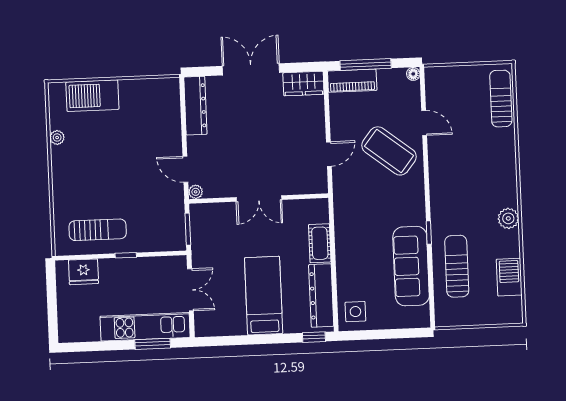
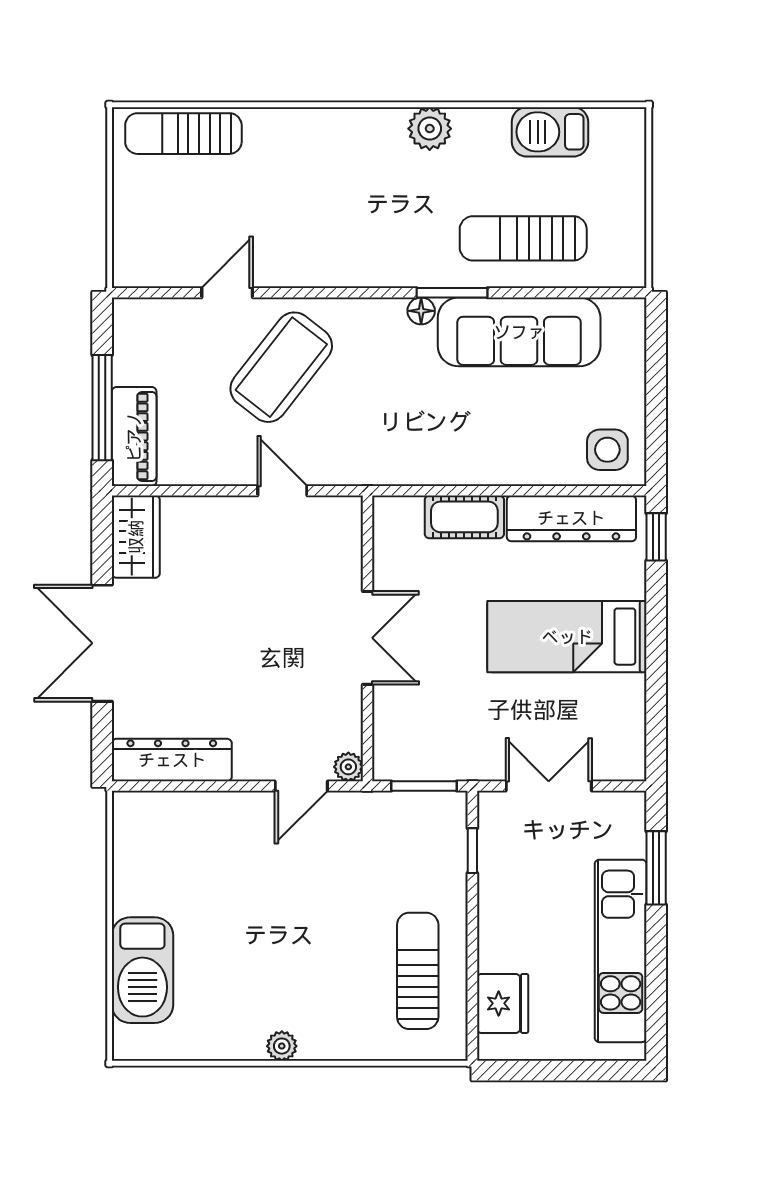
floor lamp: (413, 74) -> (421, 311), moved
plant: (57, 137) -> (282, 1046), moved
window: (429, 233) -> (452, 293), width x1.50
window: (126, 255) -> (472, 851), moved
kitchen unit: (145, 327) -> (621, 951), moved

